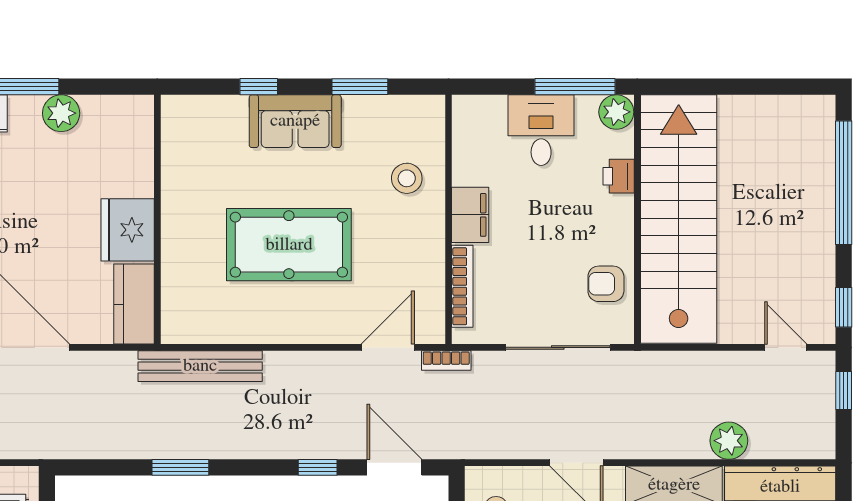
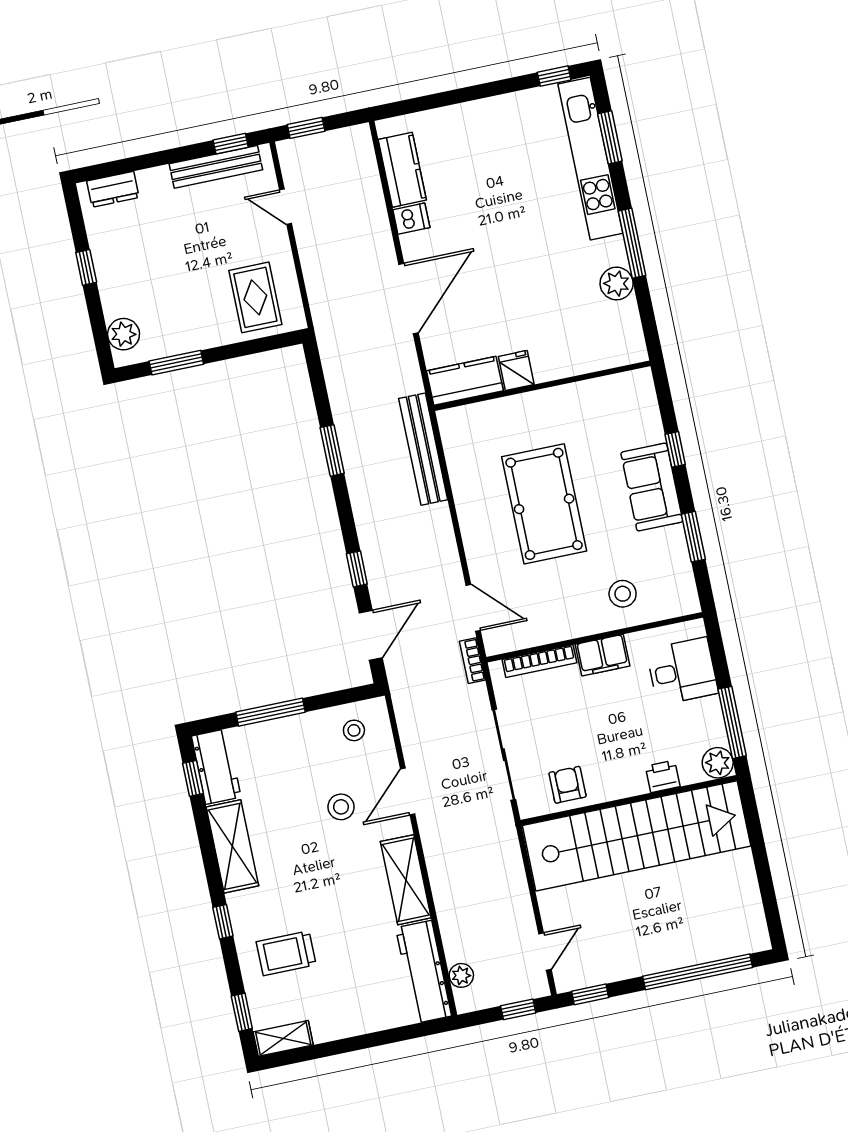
desk: (541, 130) -> (682, 671), moved
fridge: (128, 230) -> (516, 370), width x0.53, depth x0.75
plant: (729, 441) -> (461, 975), moved, width x0.73, depth x0.73

